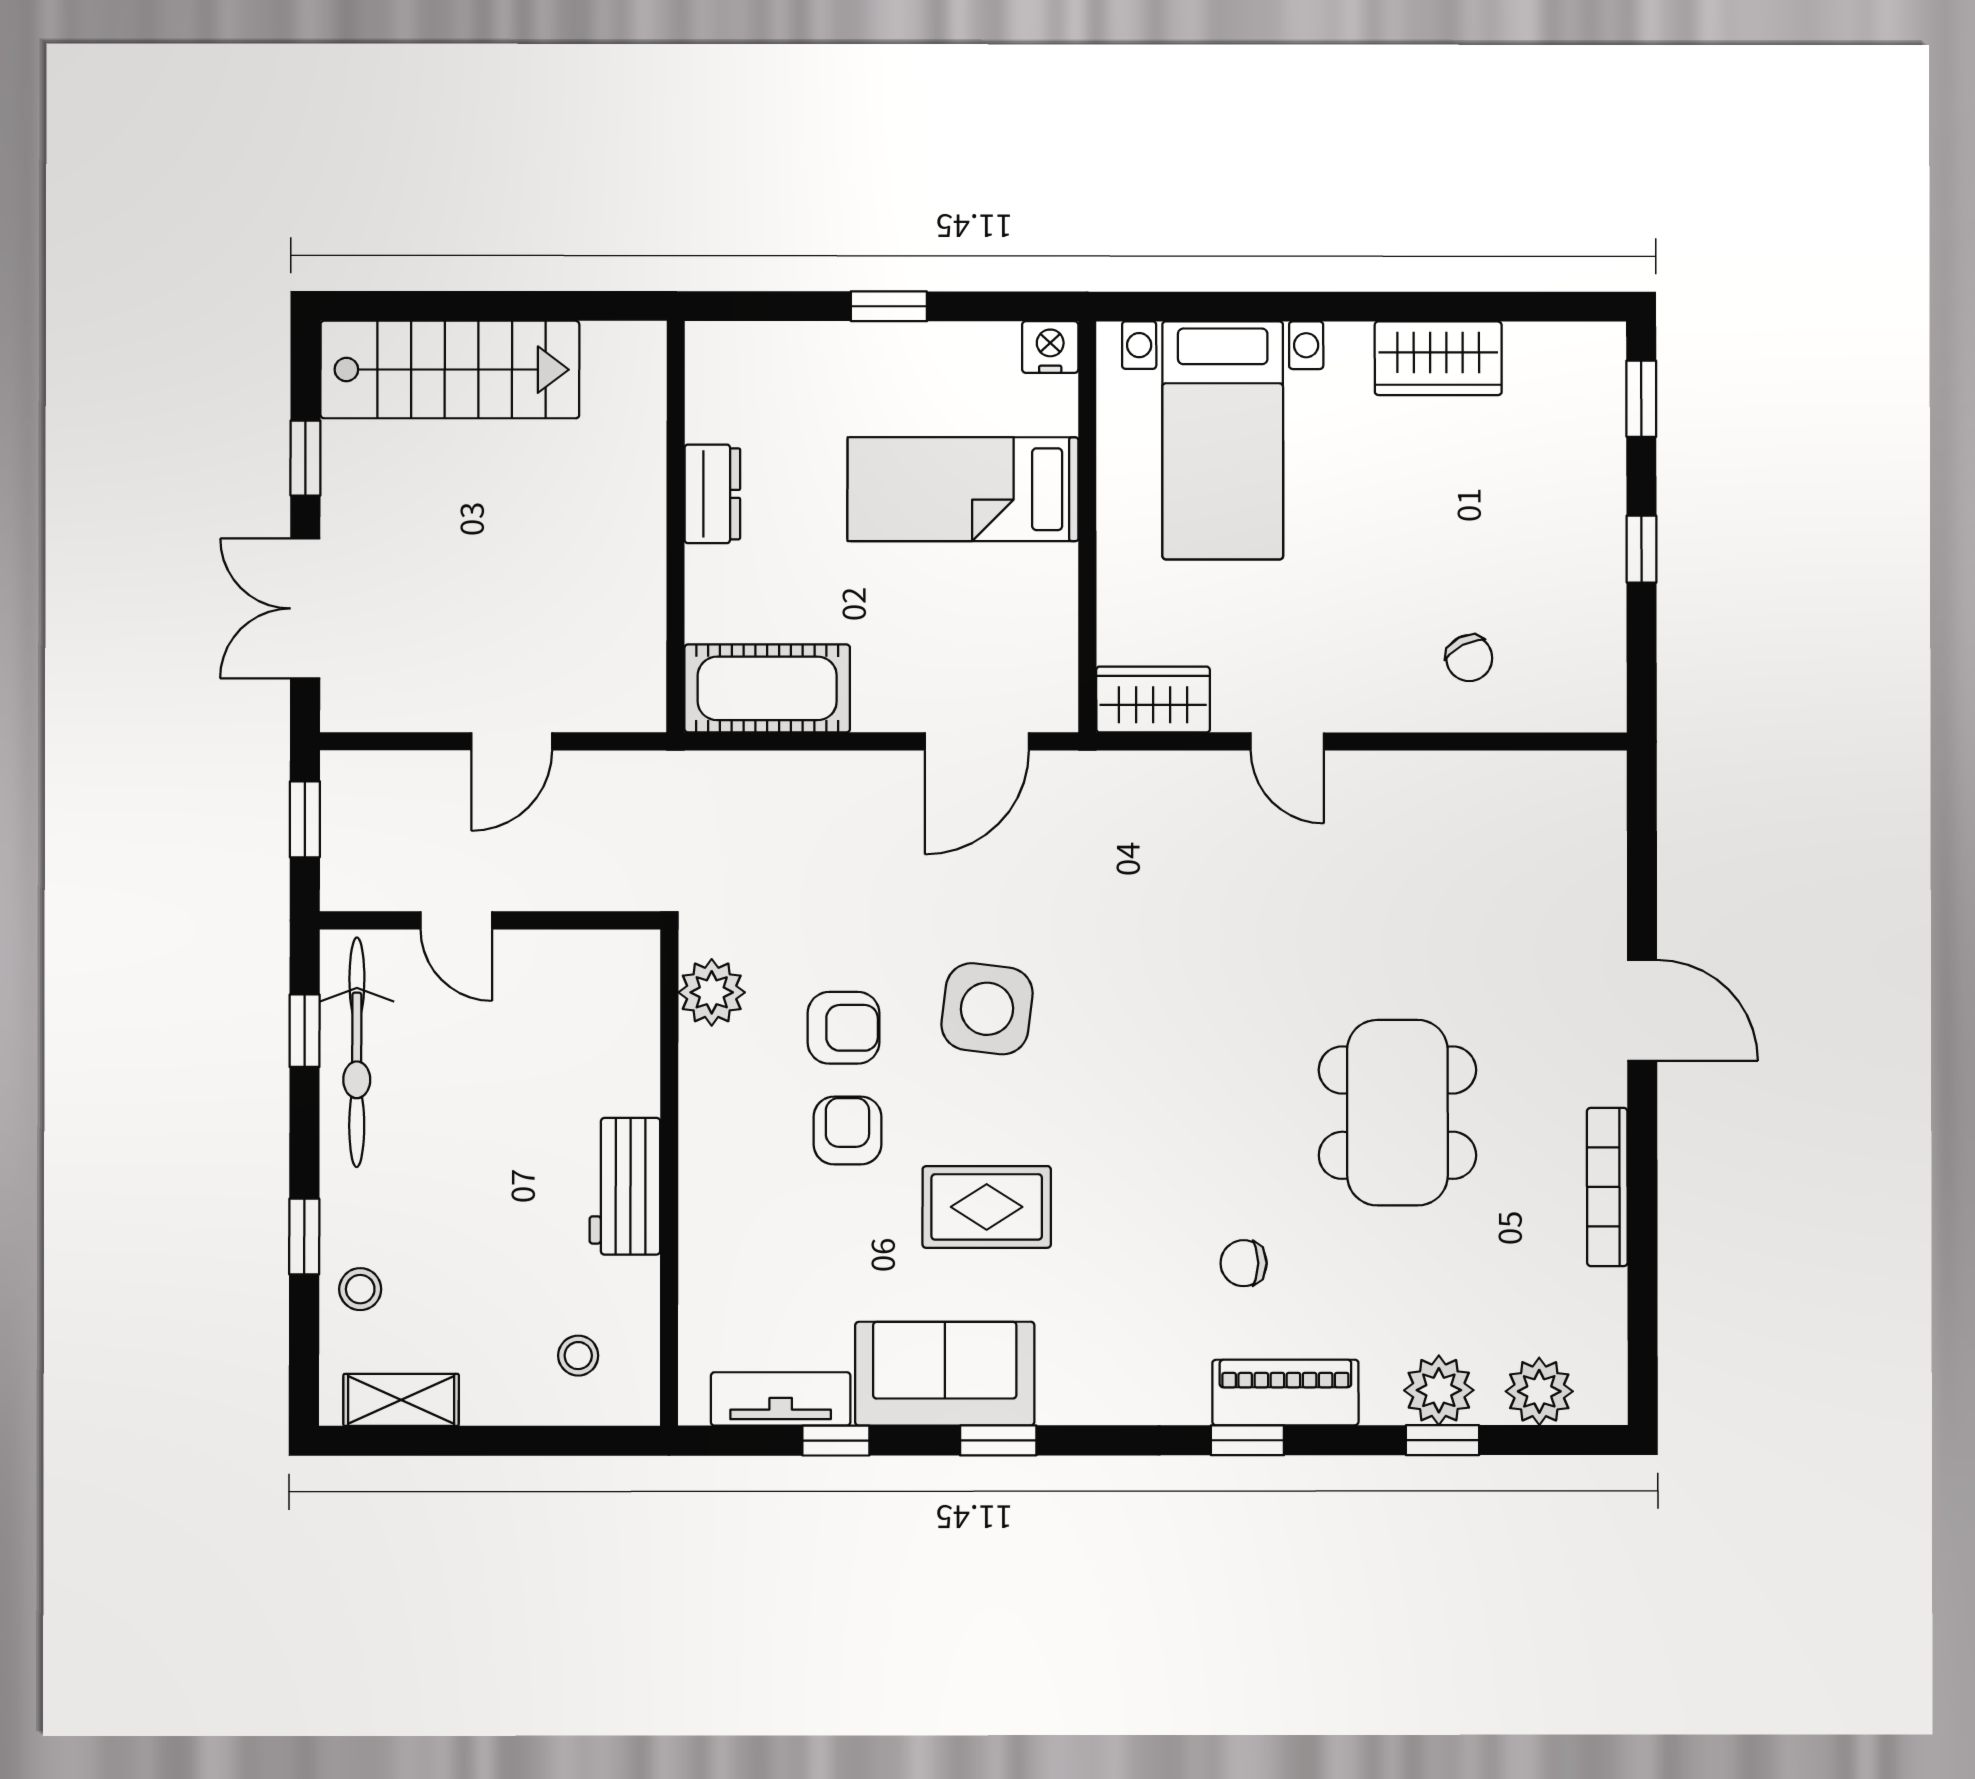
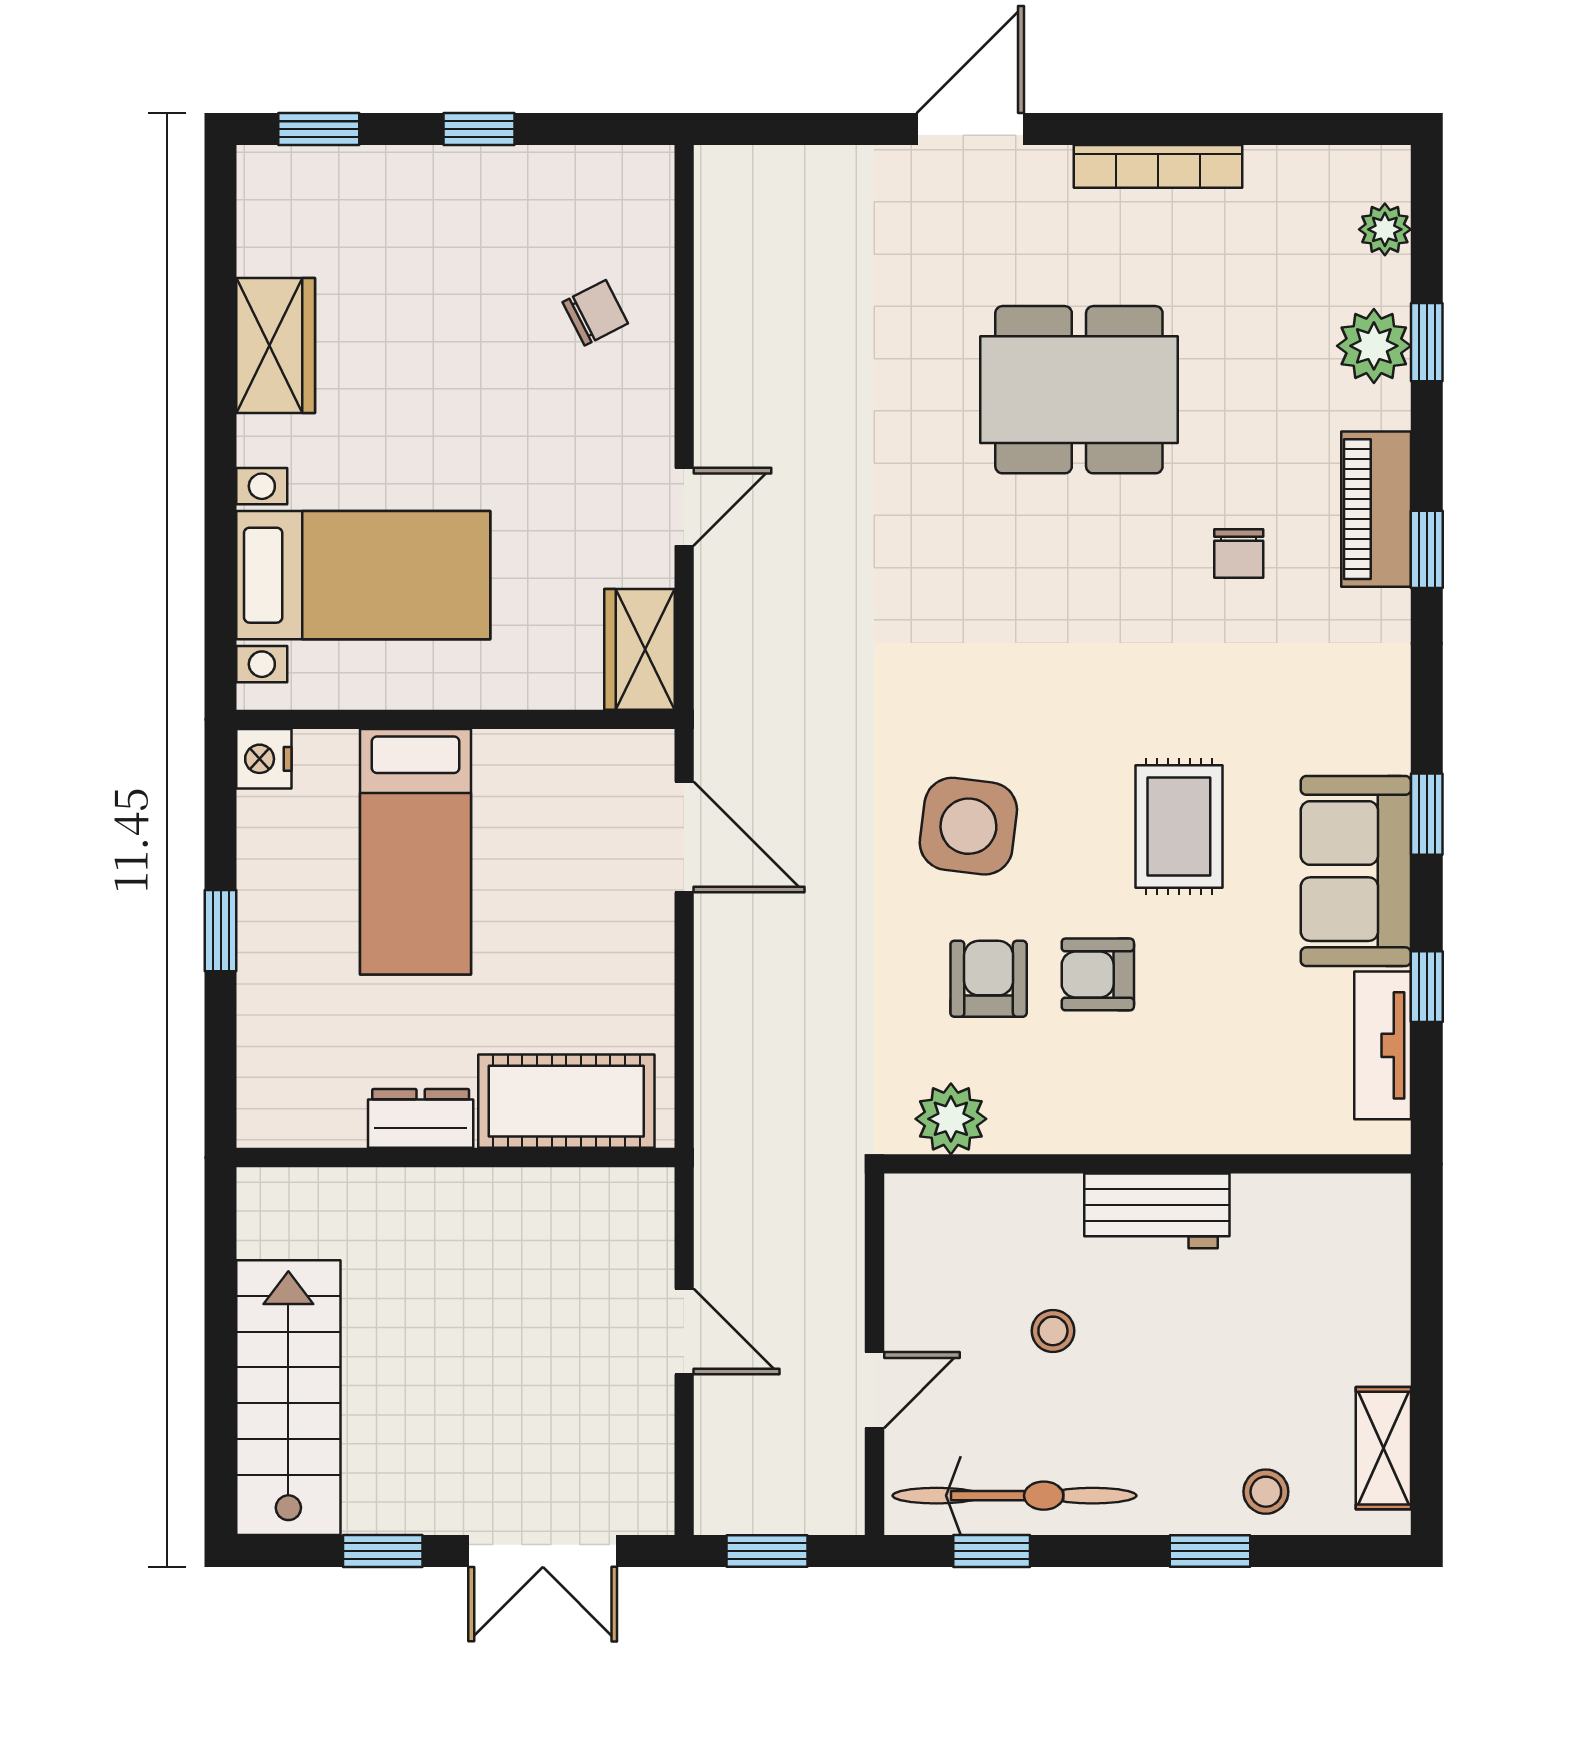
cot: (767, 688) -> (566, 1101), moved, turned 90
stool: (578, 1356) -> (1053, 1331), moved
plant: (1539, 1391) -> (1385, 229), width x0.73, depth x0.73

